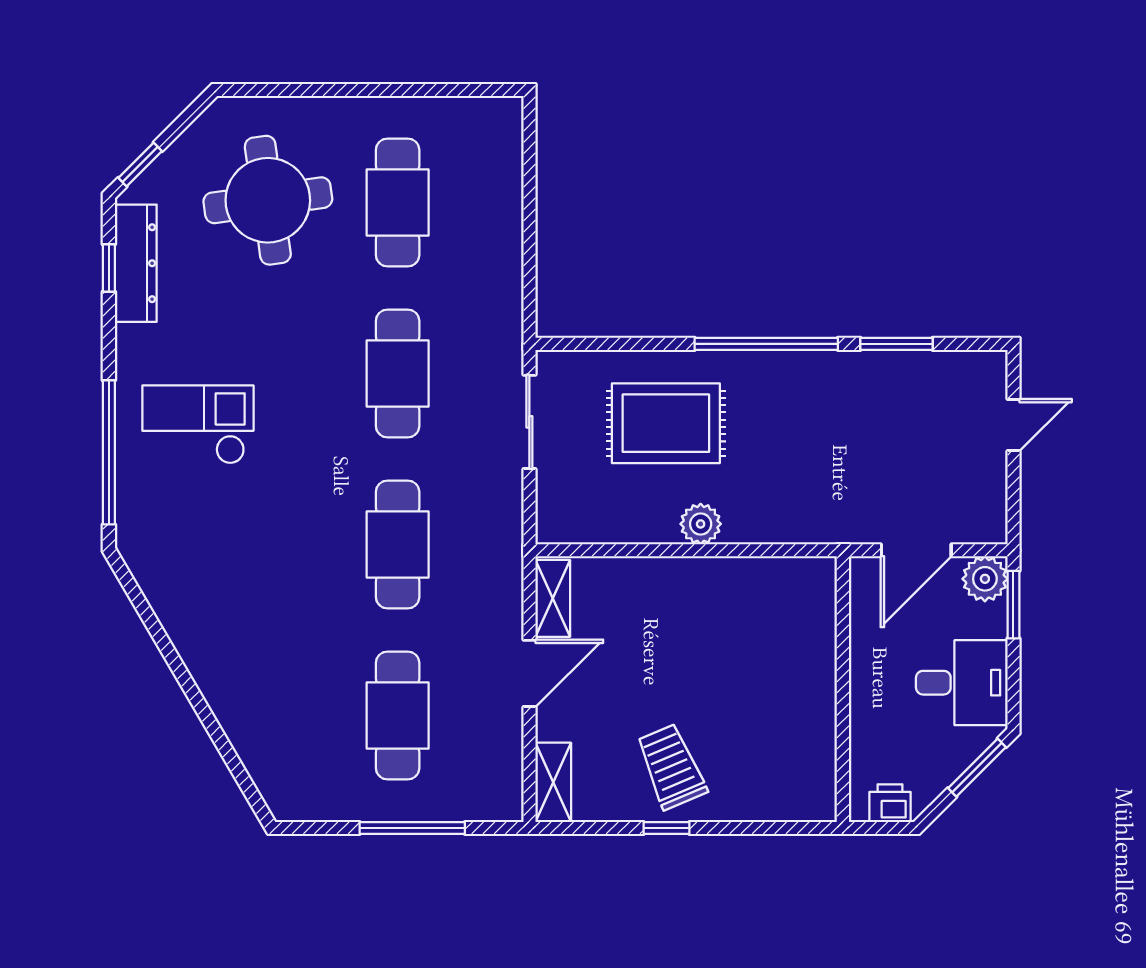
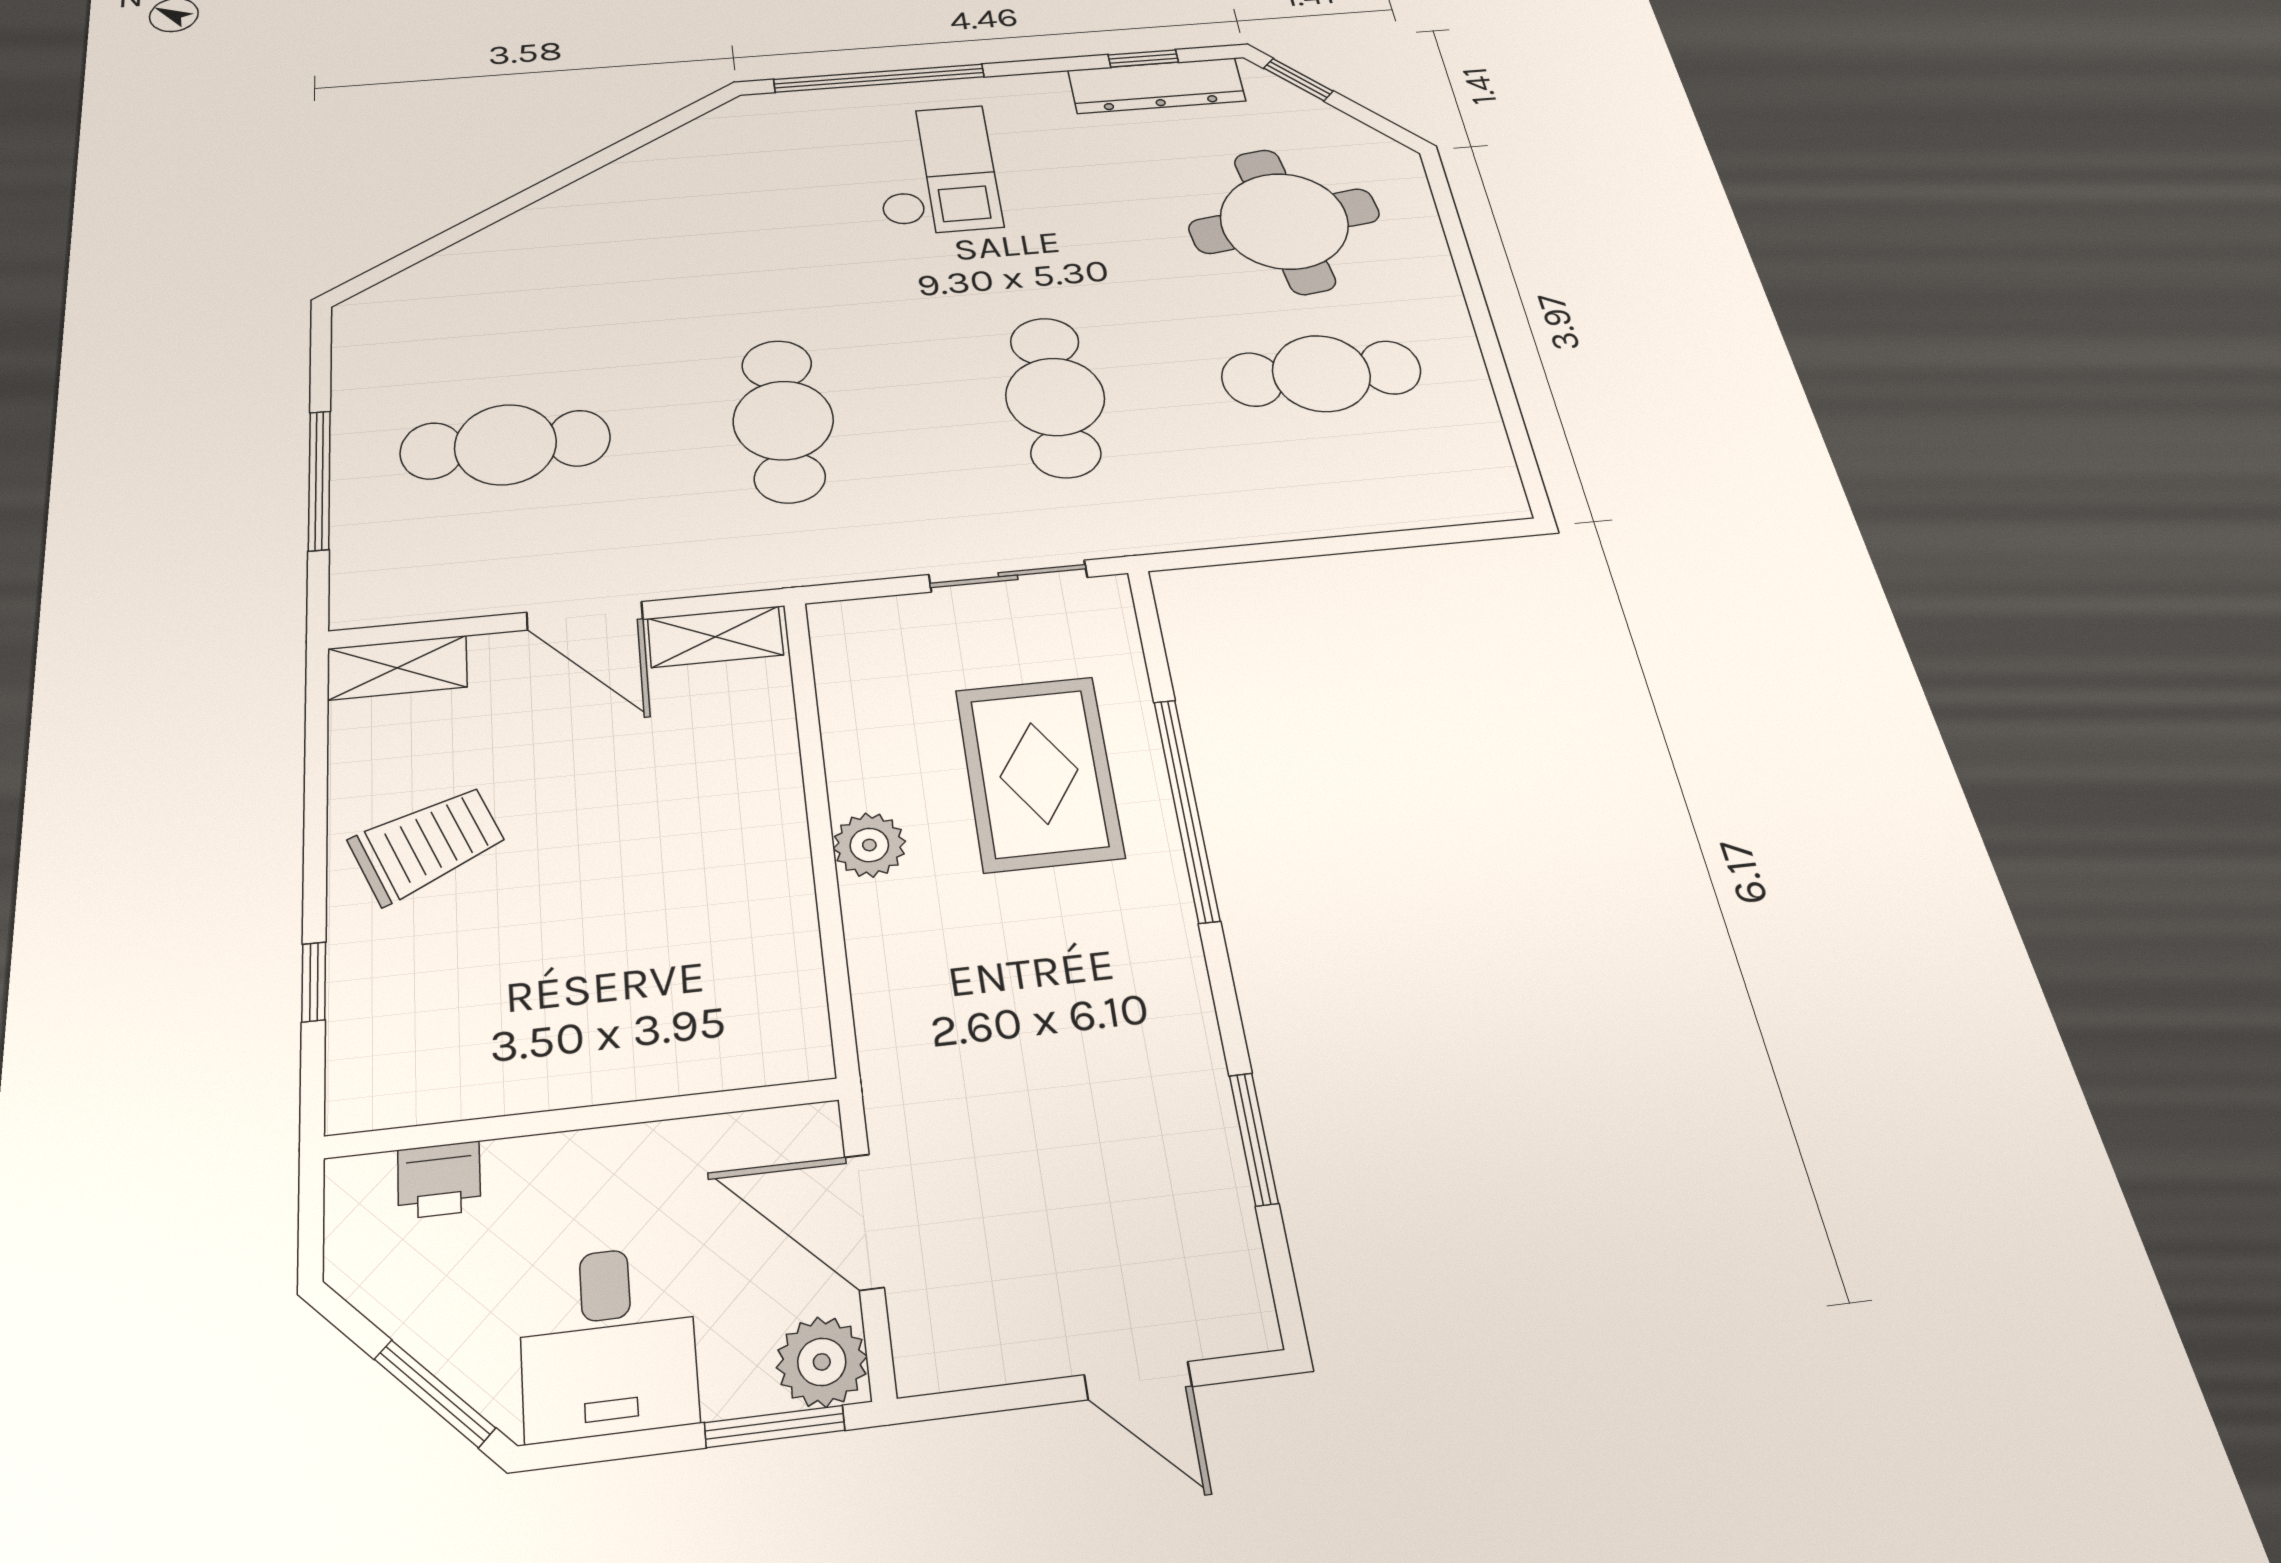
window: (766, 344) -> (1186, 809), moved
cafe table: (398, 373) -> (1055, 397), turned 90
cafe table: (398, 544) -> (783, 420), turned 90
printer: (890, 803) -> (439, 1180), moved, turned 90
window: (666, 828) -> (314, 982), moved

